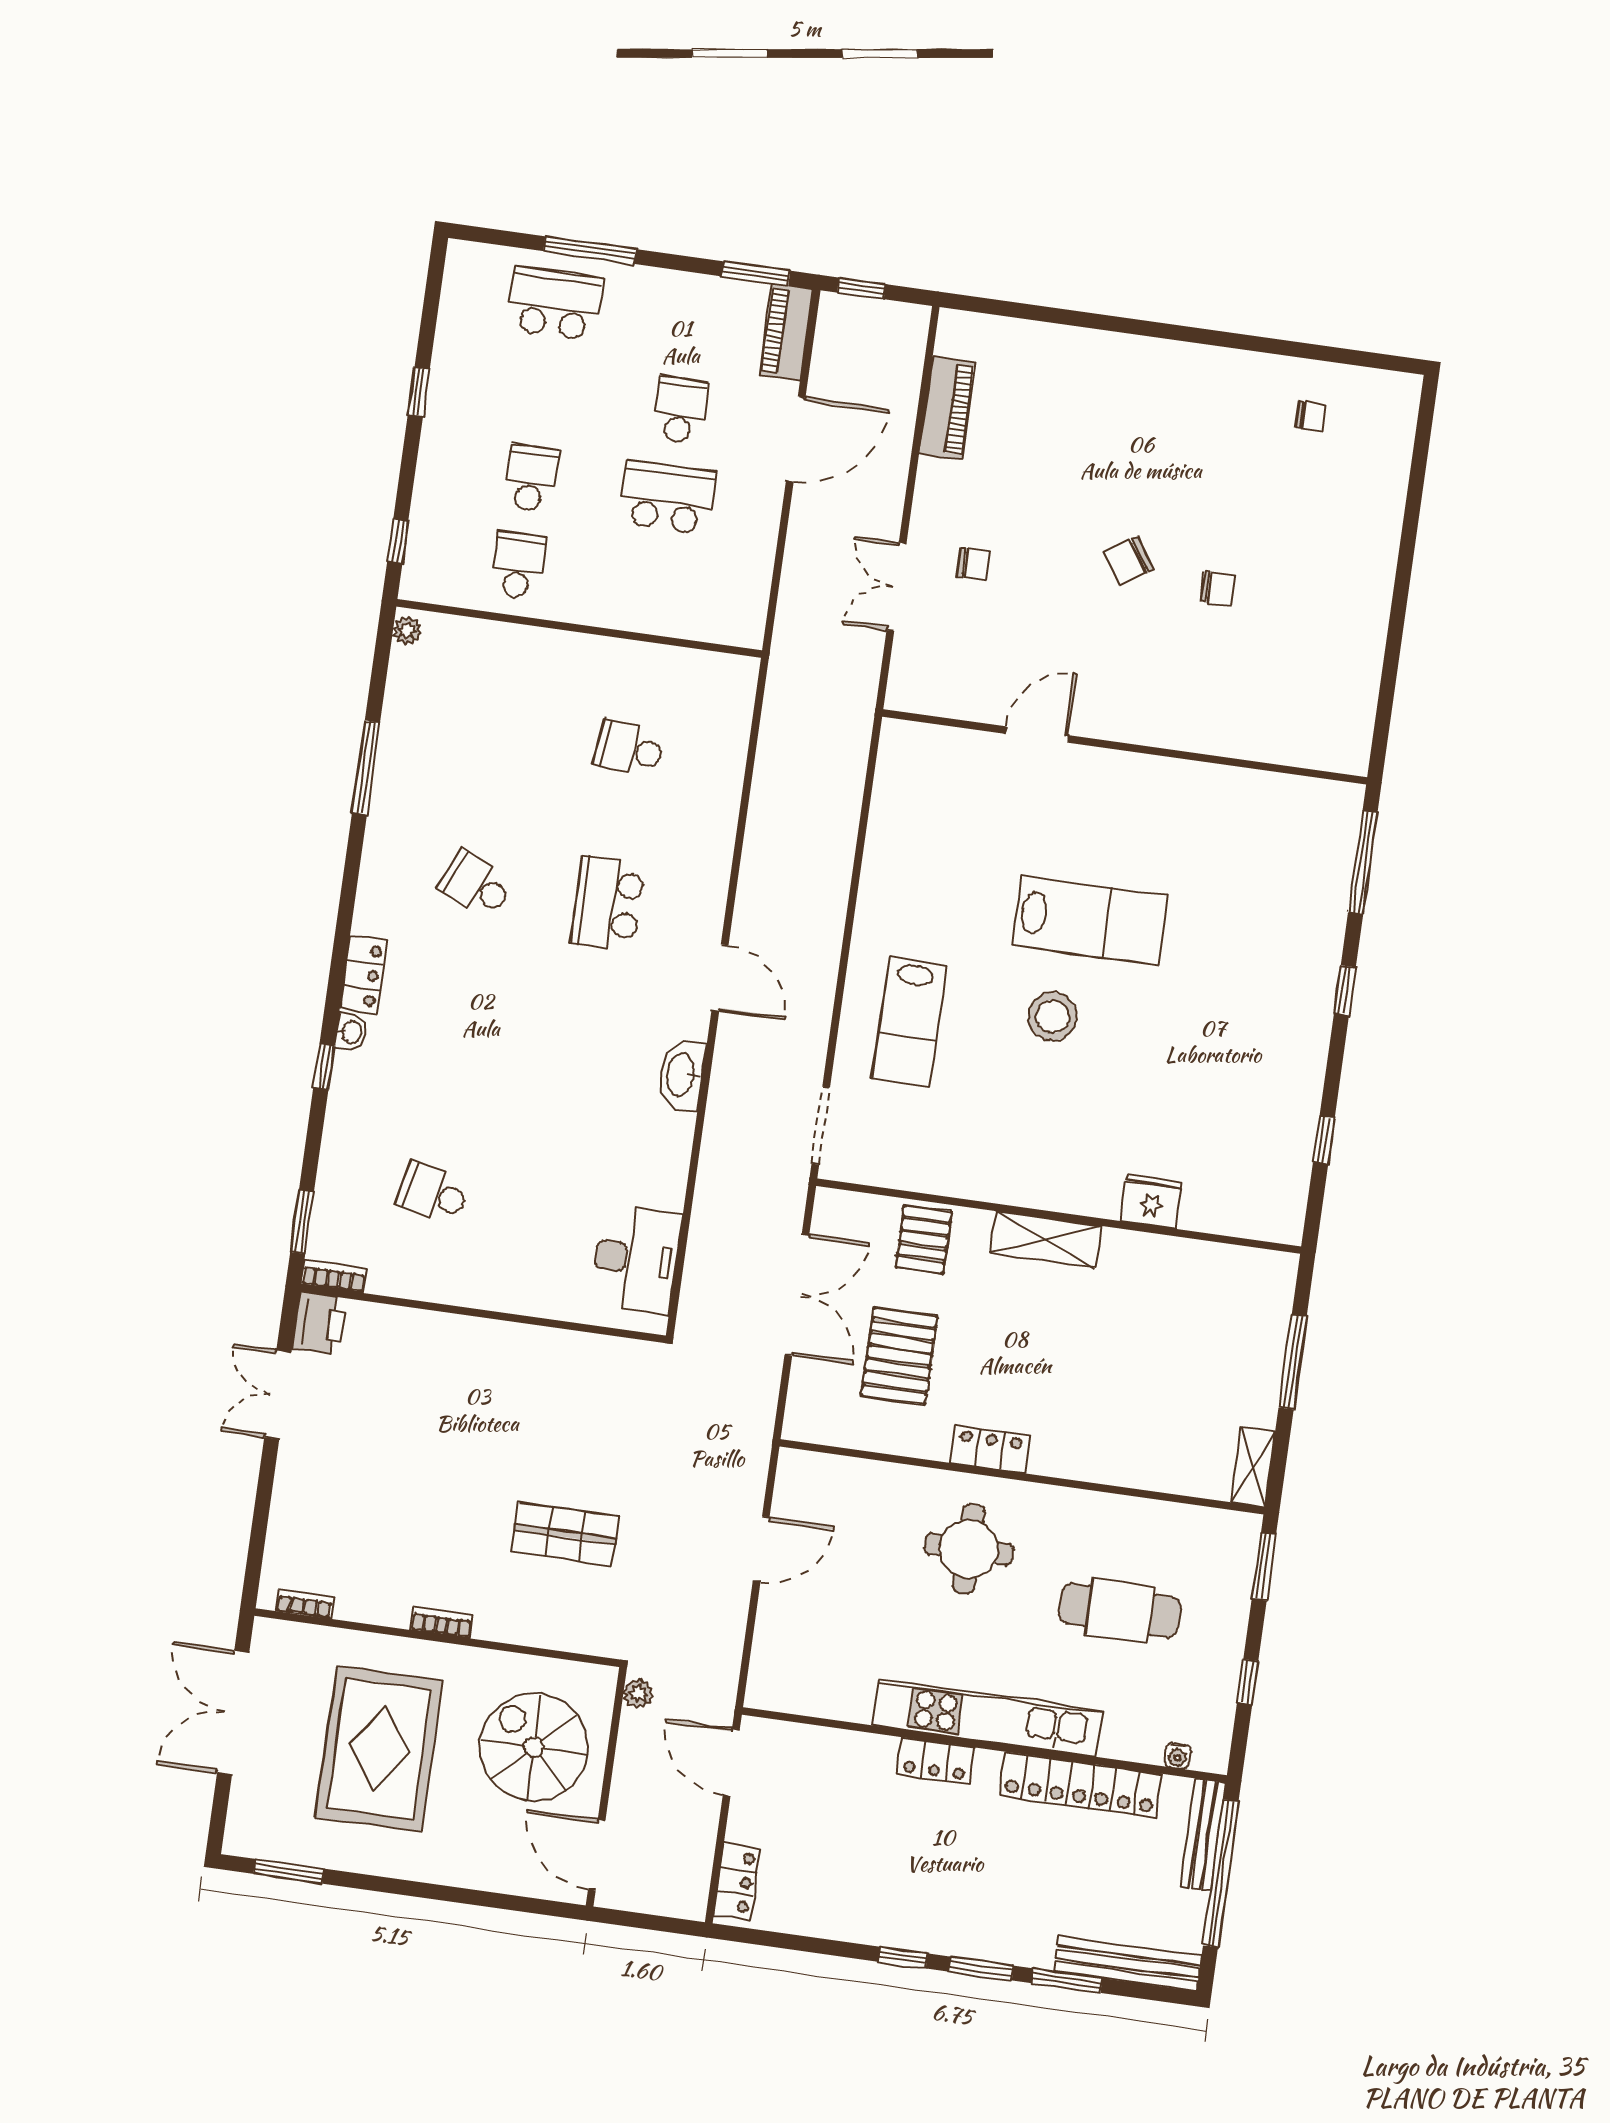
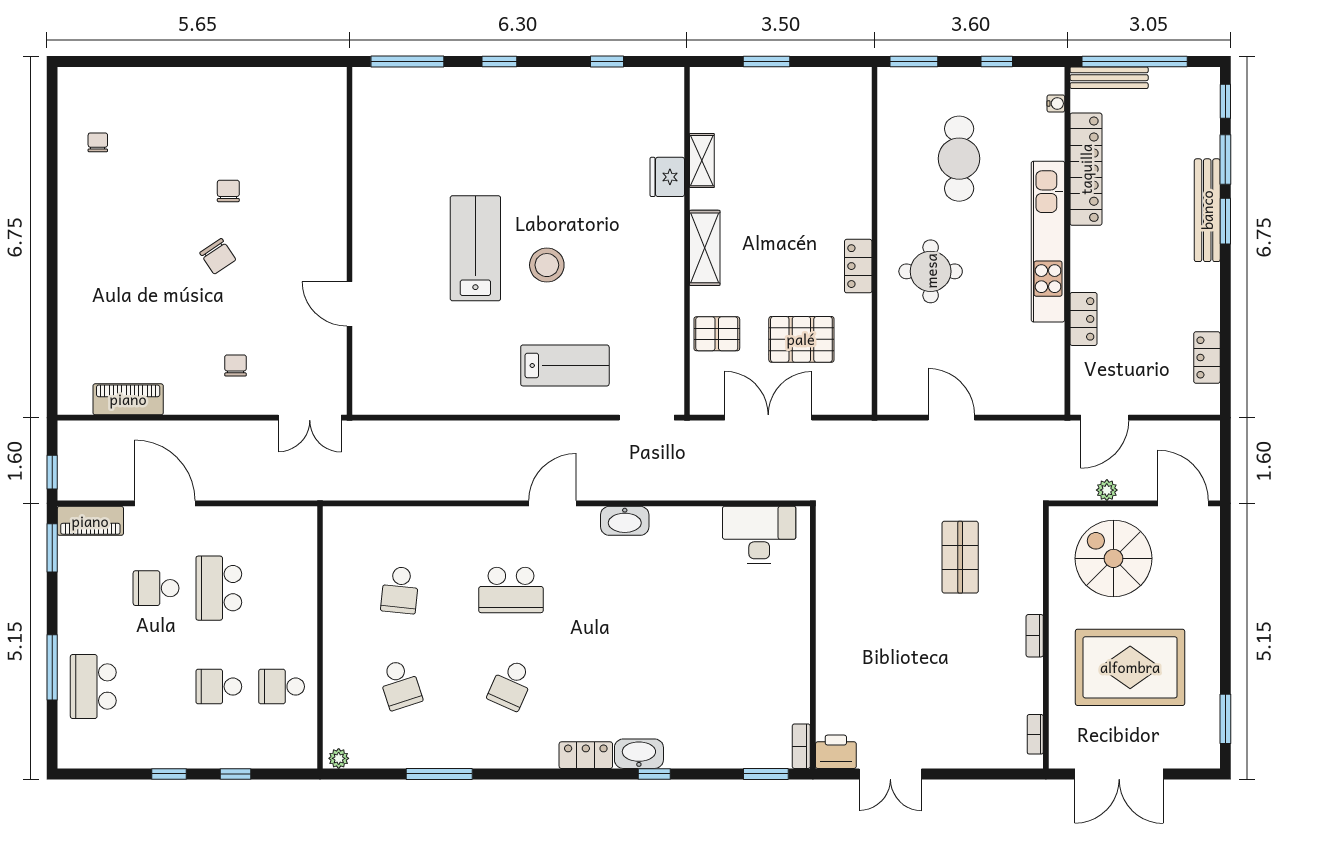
window: (398, 541) -> (236, 774), moved
double door: (896, 587) -> (310, 418), moved
washbasin: (351, 1032) -> (639, 754), width x1.91, depth x1.45
school desk: (433, 1193) -> (400, 685), moved, turned -30
window: (1293, 1362) -> (766, 61), width x0.69
shelving: (1253, 1467) -> (702, 161), moved, turned 90
plant: (638, 1693) -> (1107, 490), moved
spiral stairs: (534, 1747) -> (1114, 558), turned 90
locker: (935, 1761) -> (1083, 319), moved
door: (597, 1855) -> (1183, 503), swing flipped
locker: (737, 1882) -> (1207, 358), moved, turned -90
window: (903, 1958) -> (1225, 101), moved
bench: (1127, 1963) -> (1207, 210), moved

